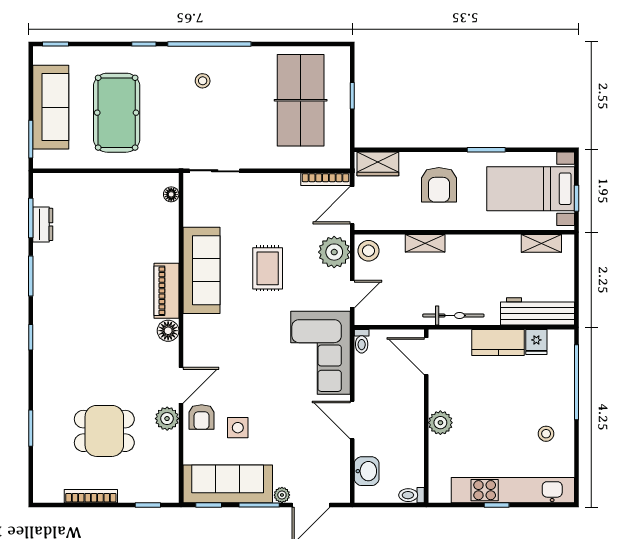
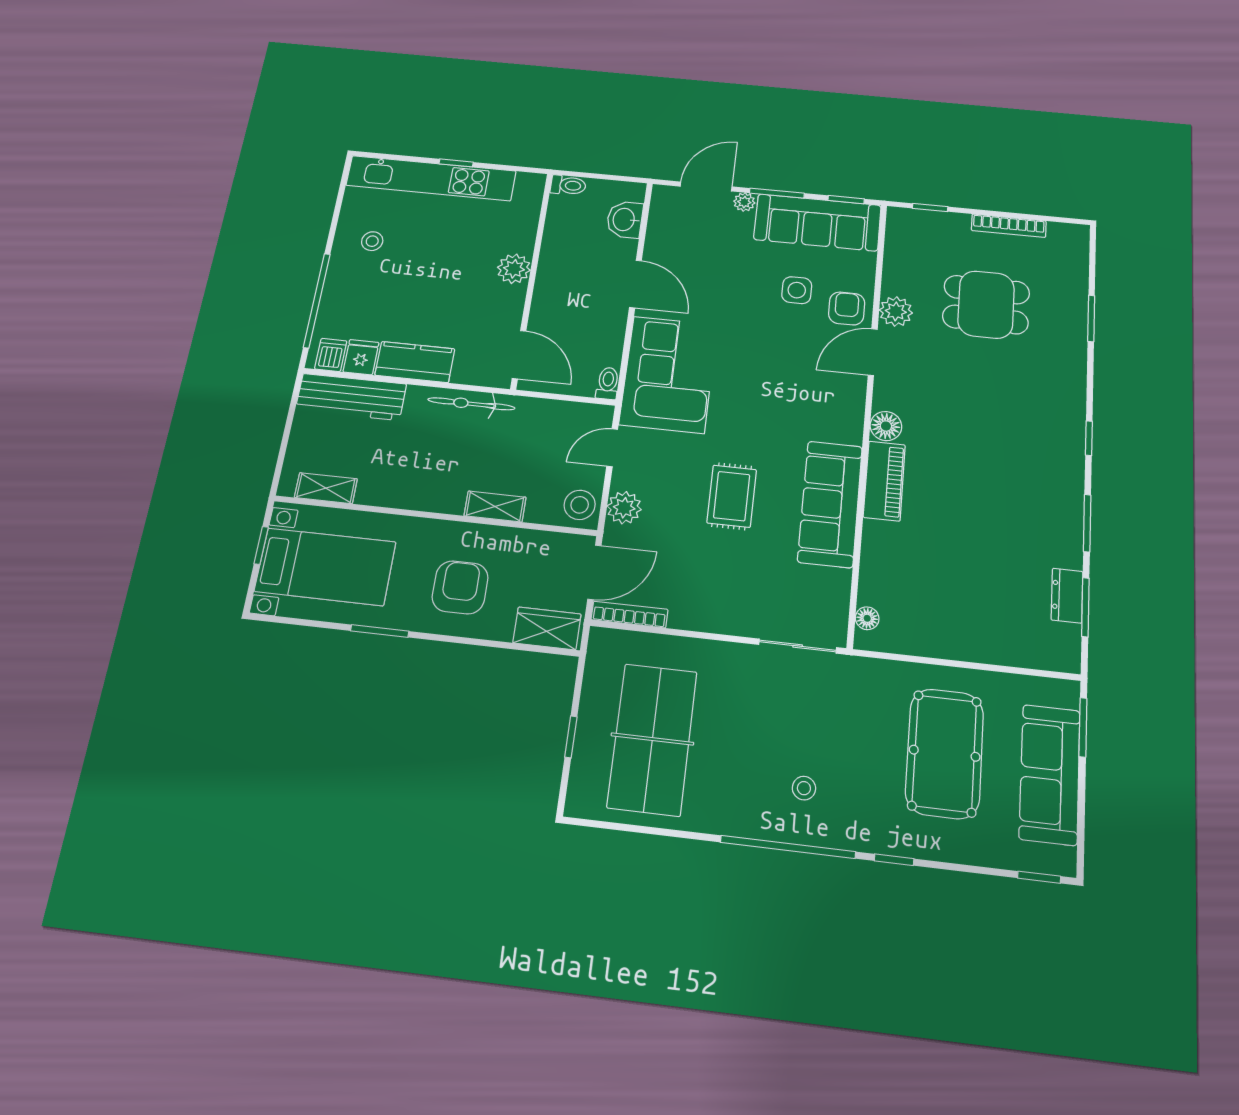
plant: (334, 252) -> (624, 508), width x0.73, depth x0.73
dishwasher: (558, 341) -> (331, 355), added

